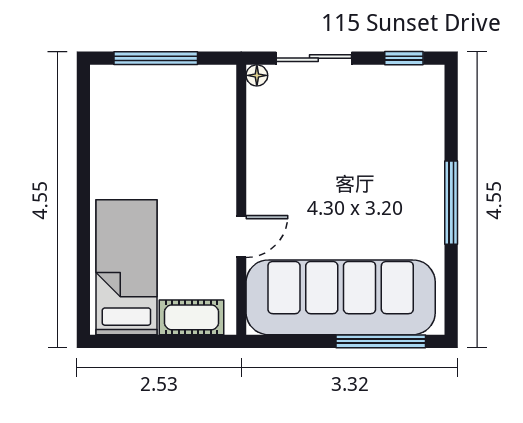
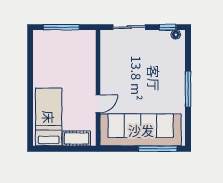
floor lamp: (257, 75) -> (176, 35), moved

